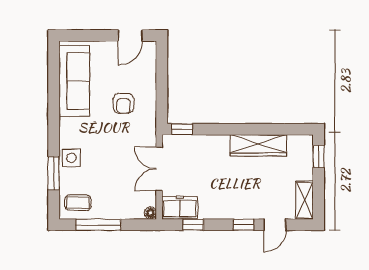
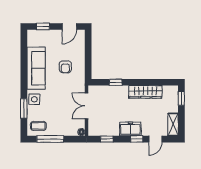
window: (86, 36) -> (43, 27), added
sofa: (74, 81) -> (36, 68), moved
window: (182, 129) -> (116, 82), moved
freezer: (180, 208) -> (130, 129), moved

